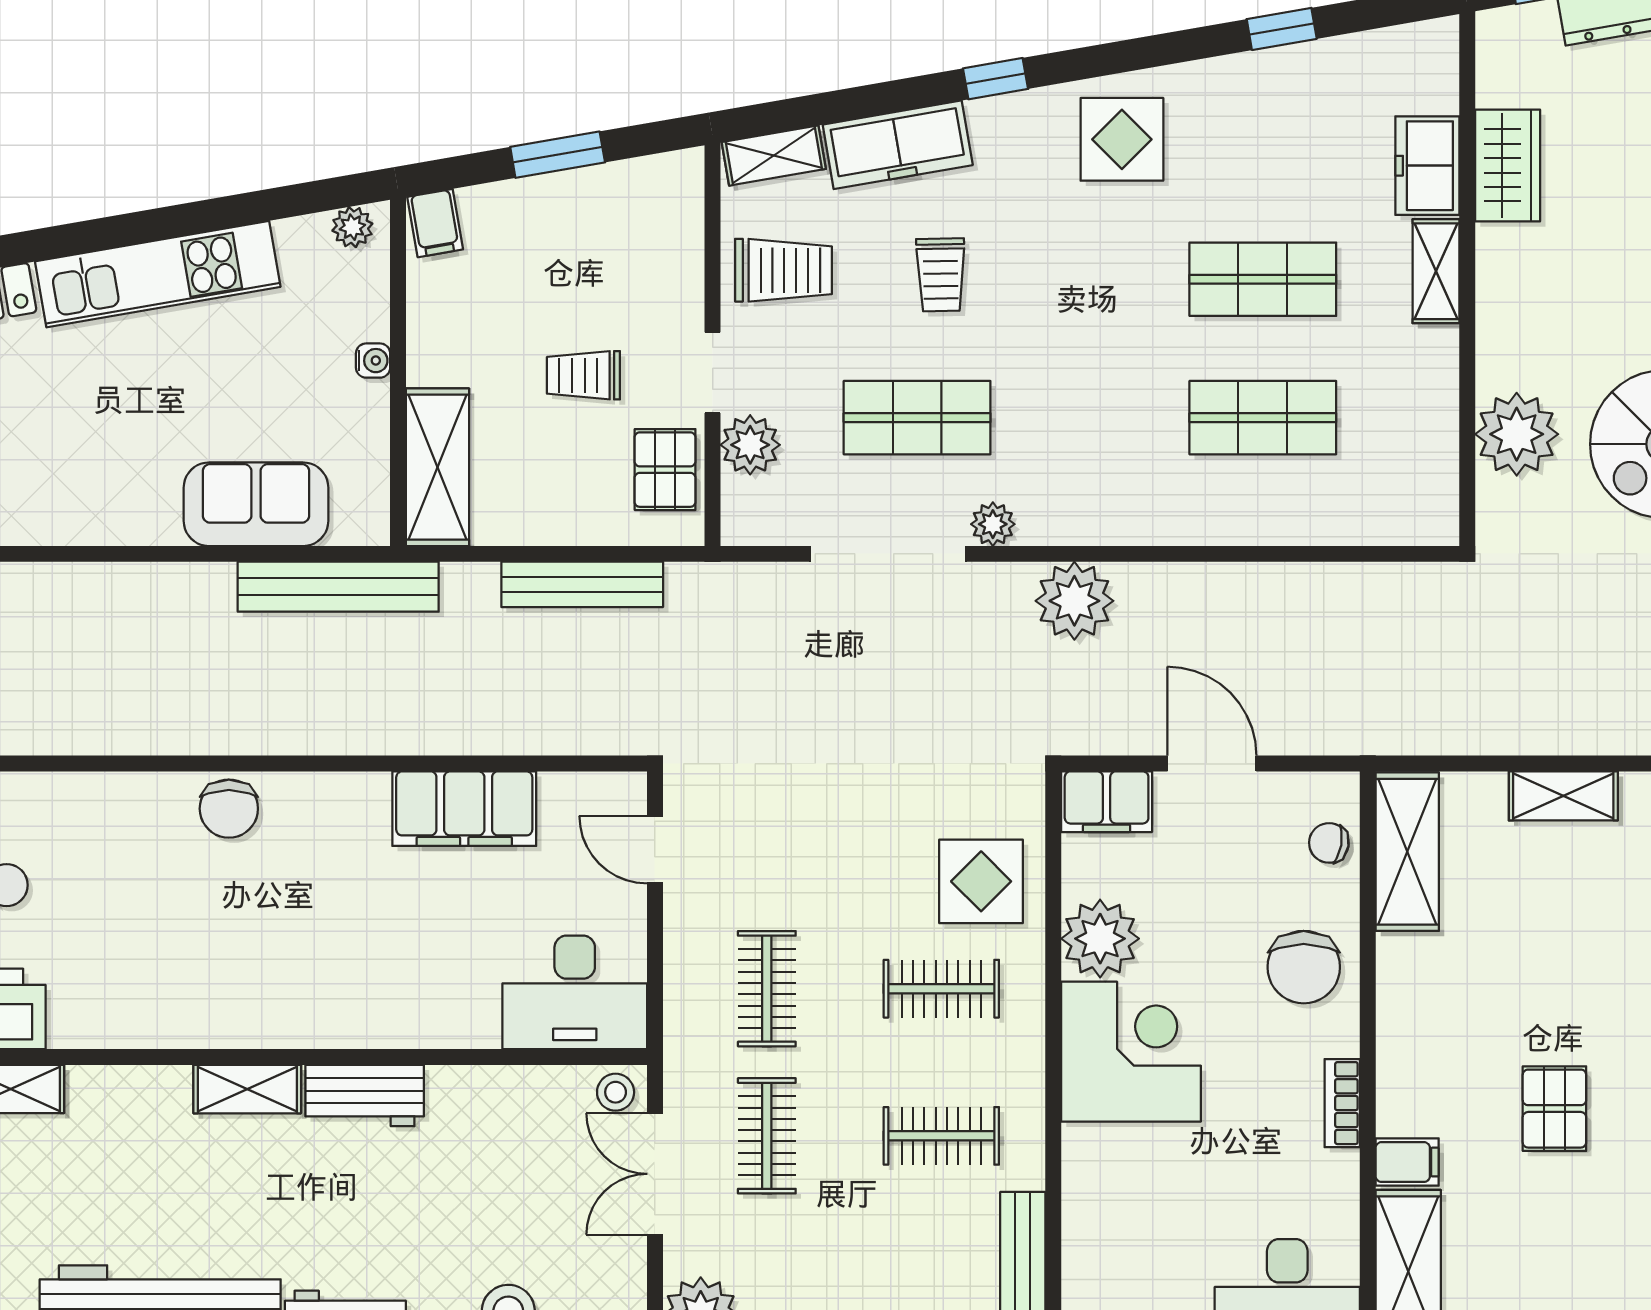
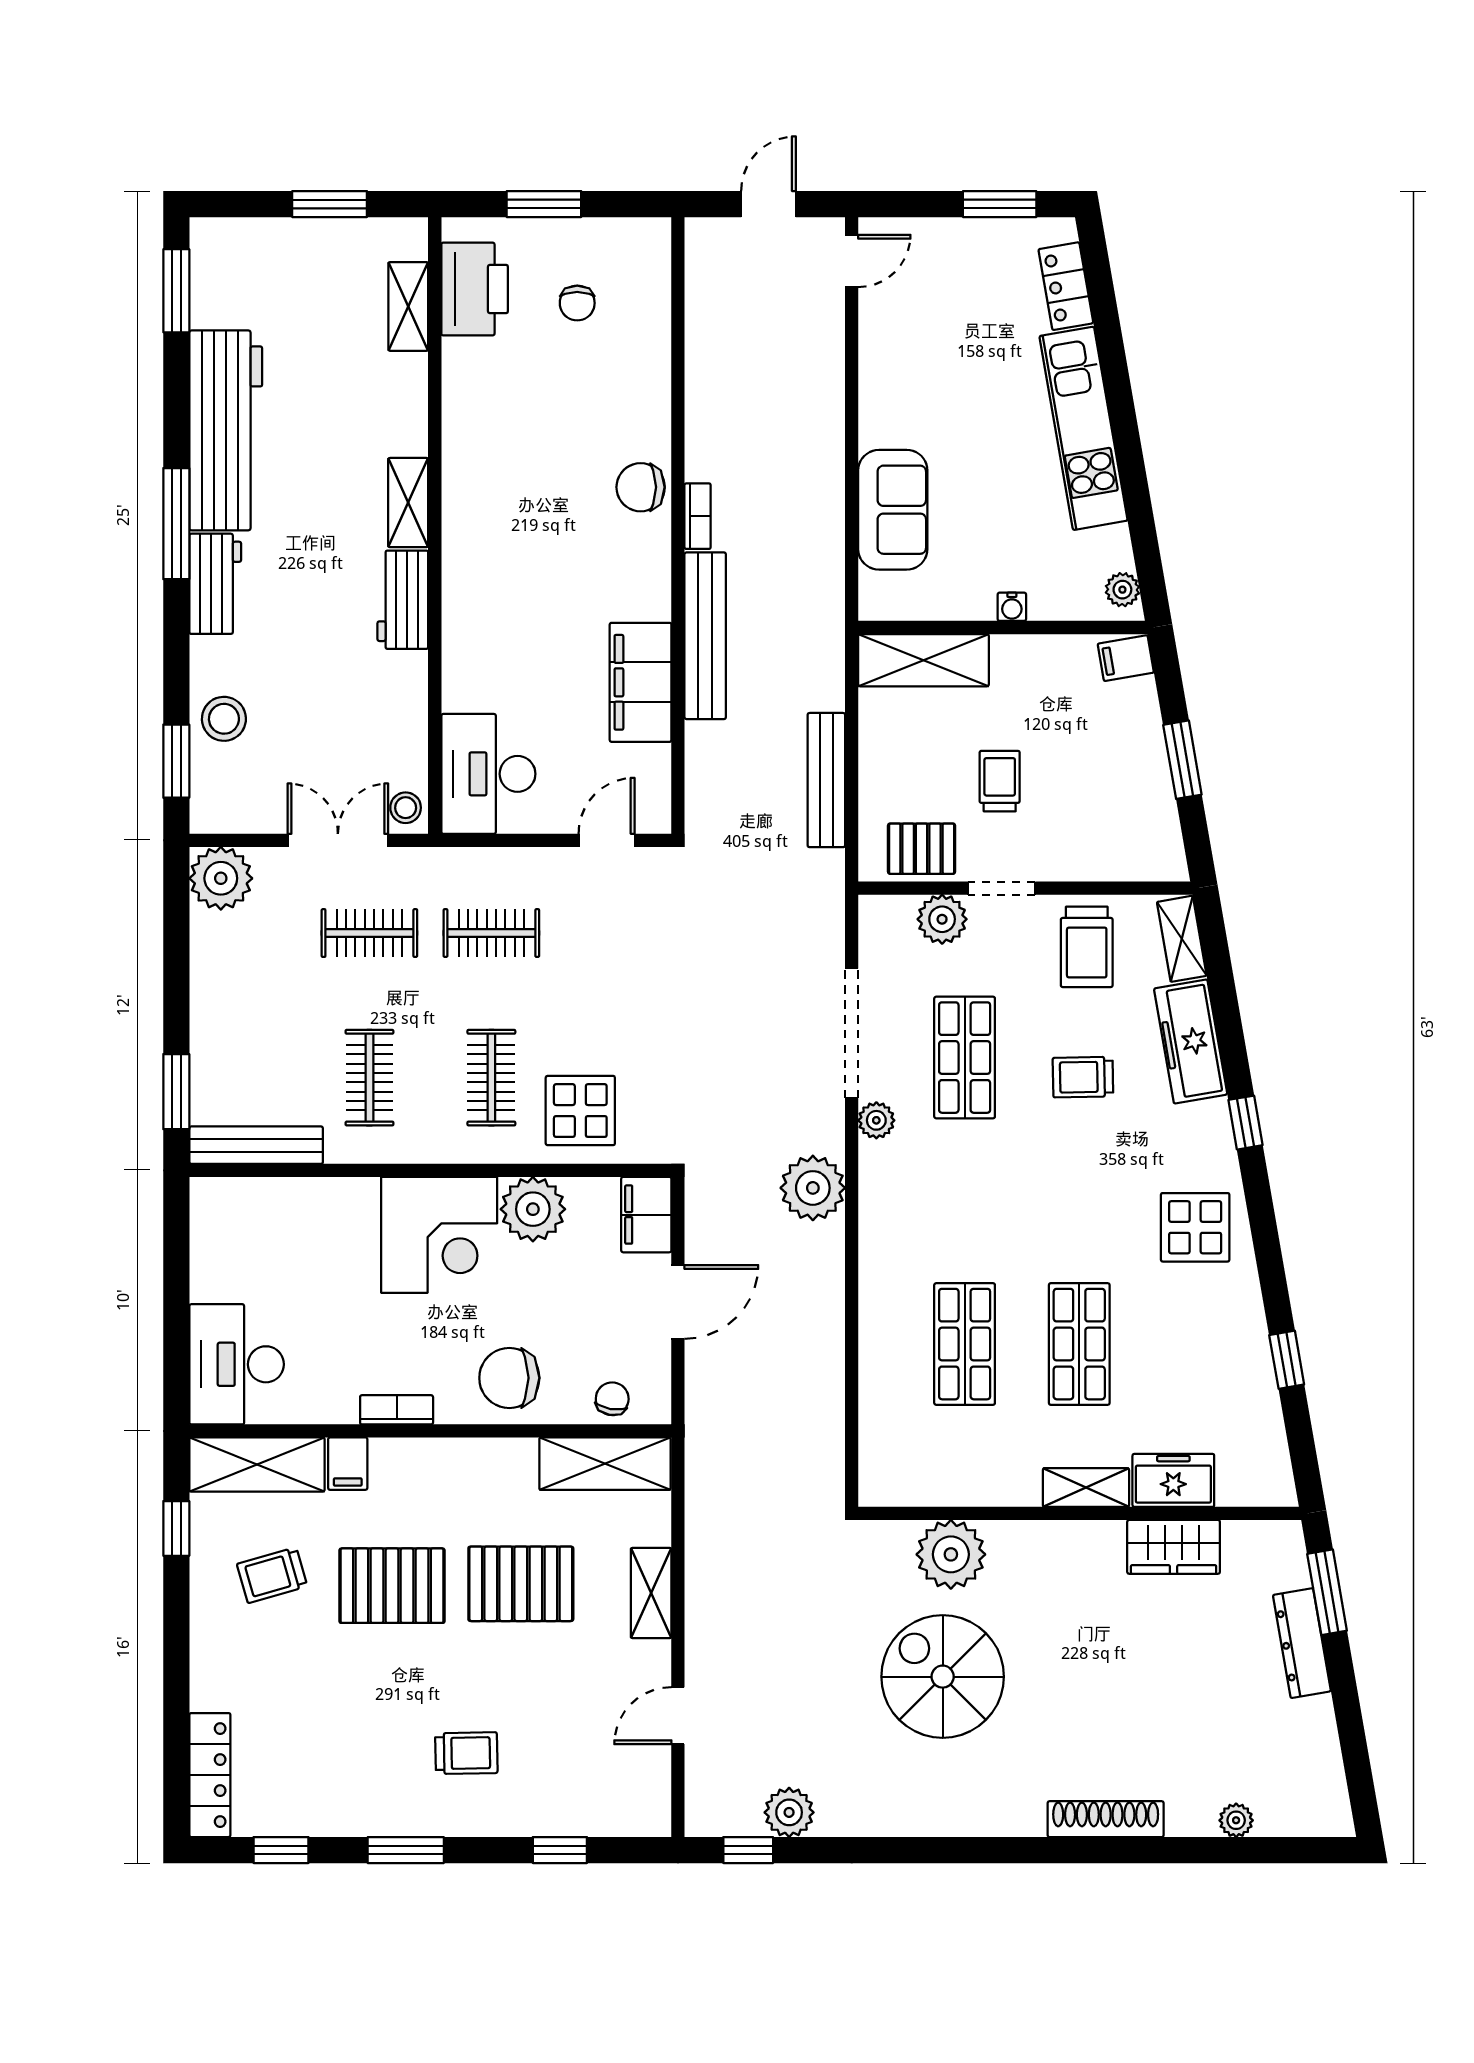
bench: (338, 587) -> (705, 636), moved
bookcase: (264, 740) -> (698, 516), added
pallet: (1552, 953) -> (521, 1584), added
pallet: (1554, 1109) -> (392, 1586), width x1.50, depth x1.42
trolley: (1542, 1253) -> (272, 1575), added

